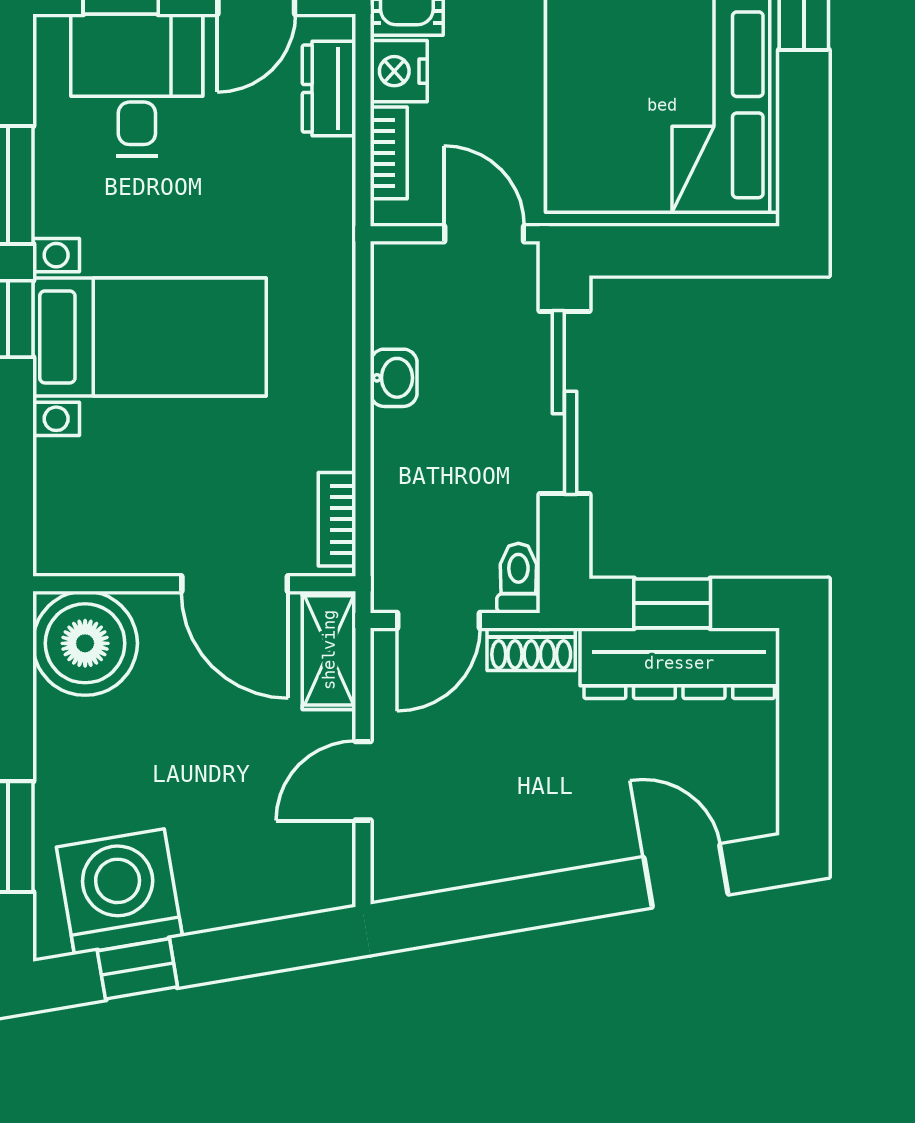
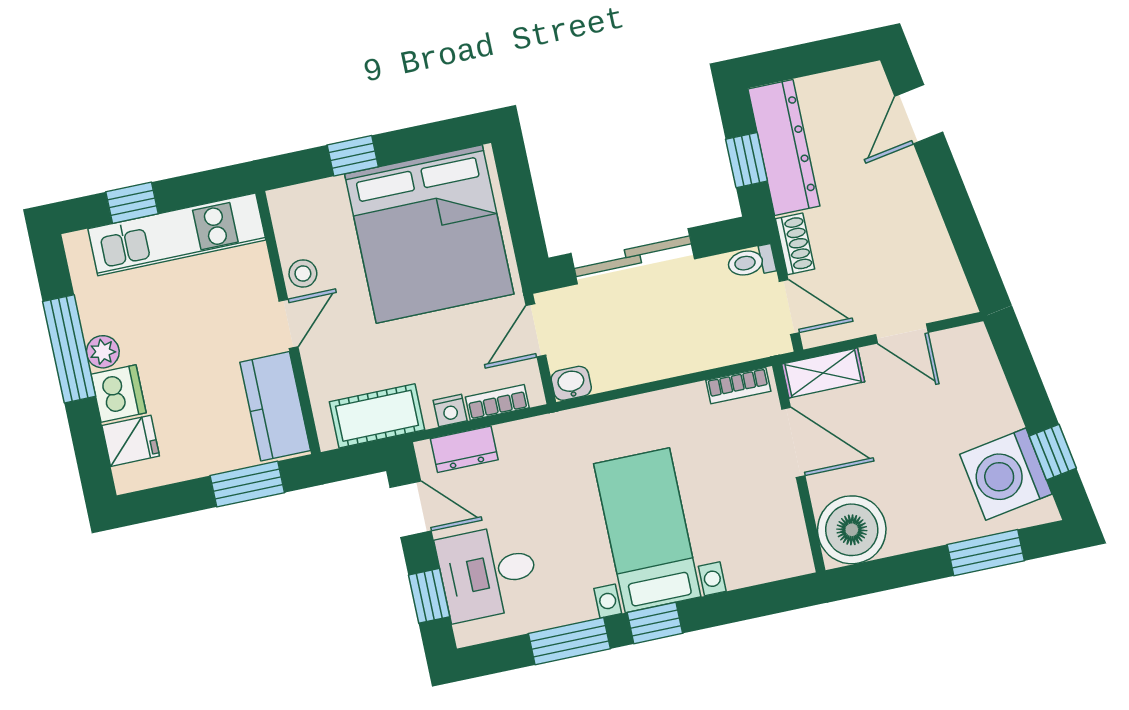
nightstand: (399, 71) -> (450, 411), width x0.72, depth x0.74
washbasin: (394, 378) -> (571, 383), moved
door: (235, 584) -> (793, 442), hinge flipped

